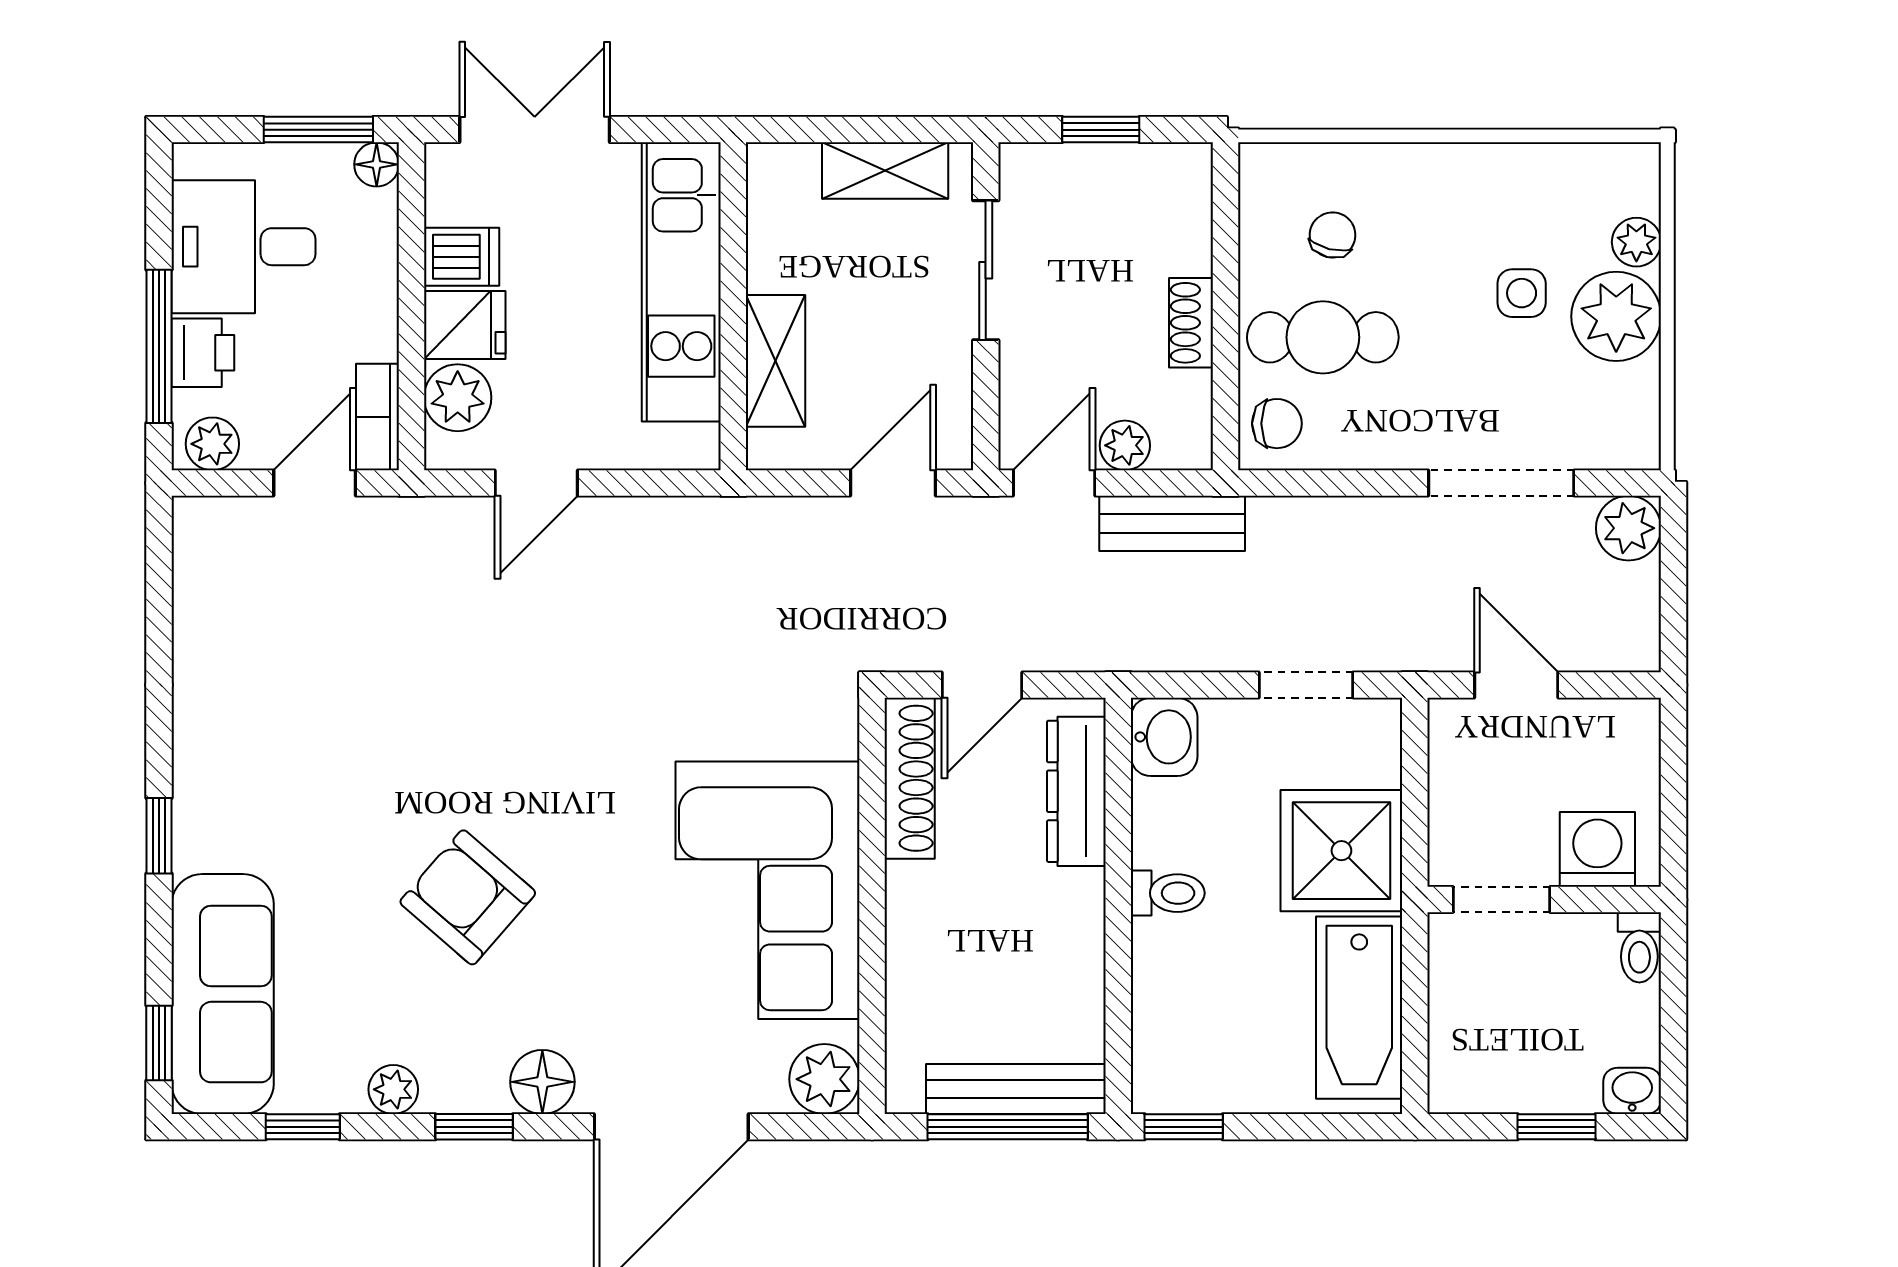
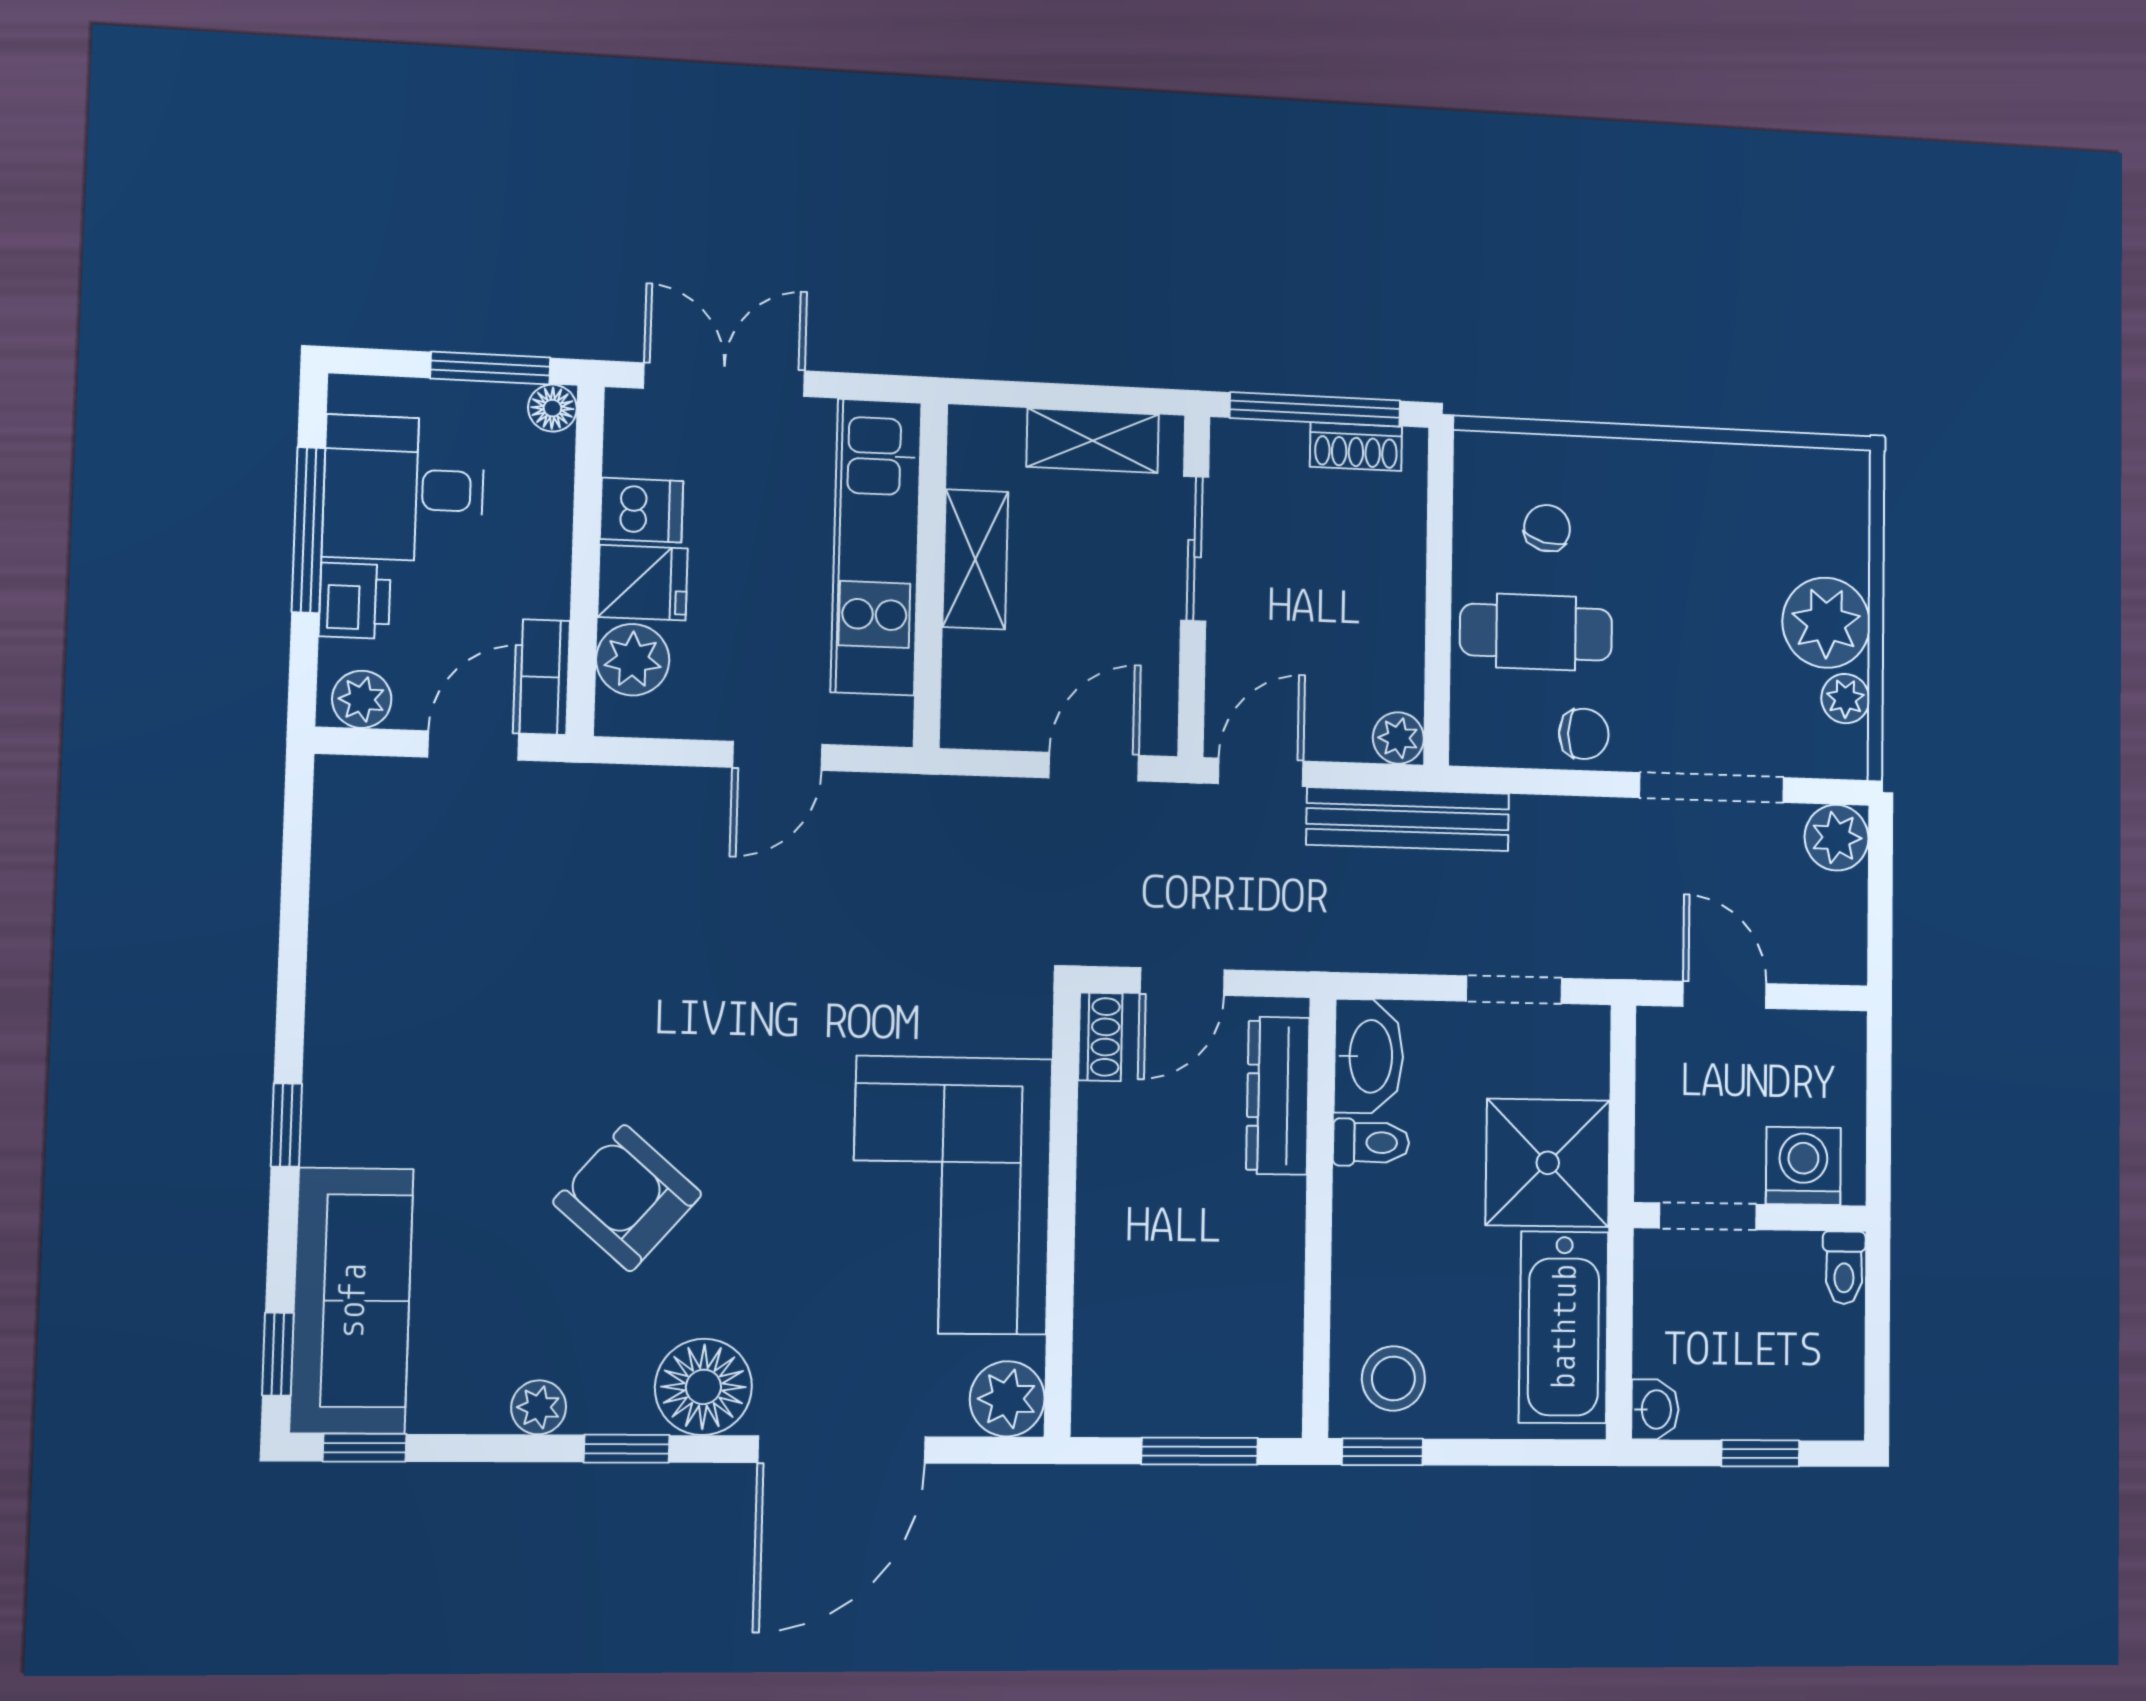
window: (1101, 130) -> (1315, 409), width x2.17
plant: (1636, 242) -> (1845, 699), moved
side table: (1522, 293) -> (1734, 595), removed
shoe rack: (1191, 323) -> (1356, 447), moved, turned -90
window: (159, 346) -> (308, 530), moved
shelving: (776, 361) -> (975, 559), moved
chair: (1277, 424) -> (1584, 734), moved
plant: (1125, 445) -> (1398, 738), moved
door: (536, 483) -> (777, 756), moved
bench: (1172, 523) -> (1408, 819), width x1.36
washbasin: (1164, 737) -> (1369, 1056), width x1.38
shoe rack: (910, 778) -> (1100, 1037), width x0.51, depth x0.81
toilet: (1168, 893) -> (1371, 1142), moved
stool: (1193, 1058) -> (1393, 1378), added
floor lamp: (542, 1082) -> (703, 1387), width x1.38, depth x1.38
bench: (1016, 1089) -> (1209, 1411), removed
washbasin: (1632, 1091) -> (1655, 1409), moved, turned 90
window: (303, 1127) -> (364, 1448), moved
window: (1008, 1127) -> (1200, 1451), width x0.69

